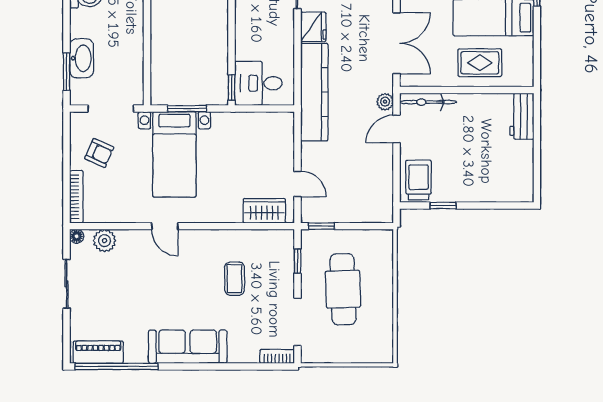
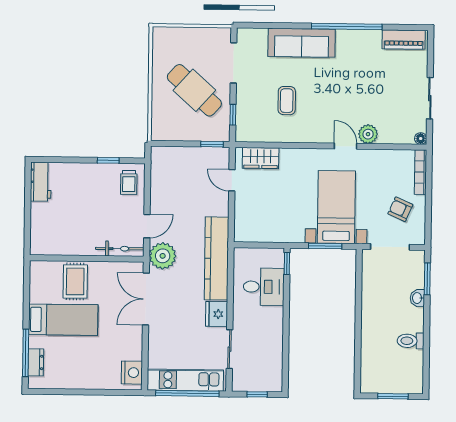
washbasin: (81, 58) -> (417, 298), width x0.52, depth x0.69
rug: (480, 63) -> (75, 281), turned 90
desk: (258, 83) -> (264, 287), moved
plant: (385, 102) -> (163, 256), width x1.88, depth x1.88
workbench: (522, 116) -> (41, 182), moved
trolley: (419, 180) -> (129, 182), width x0.73, depth x0.72
plant: (105, 241) -> (368, 134), moved
cafe table: (343, 289) -> (194, 90), turned -46
sofa: (188, 347) -> (302, 43), moved
bookcase: (277, 356) -> (251, 34), removed
window: (117, 366) -> (347, 27), moved

